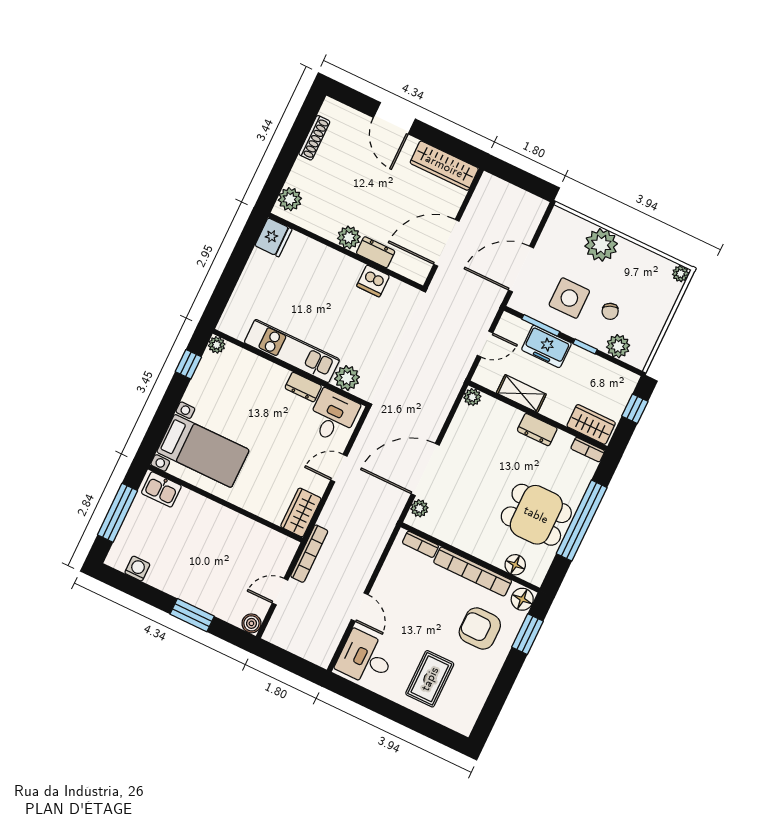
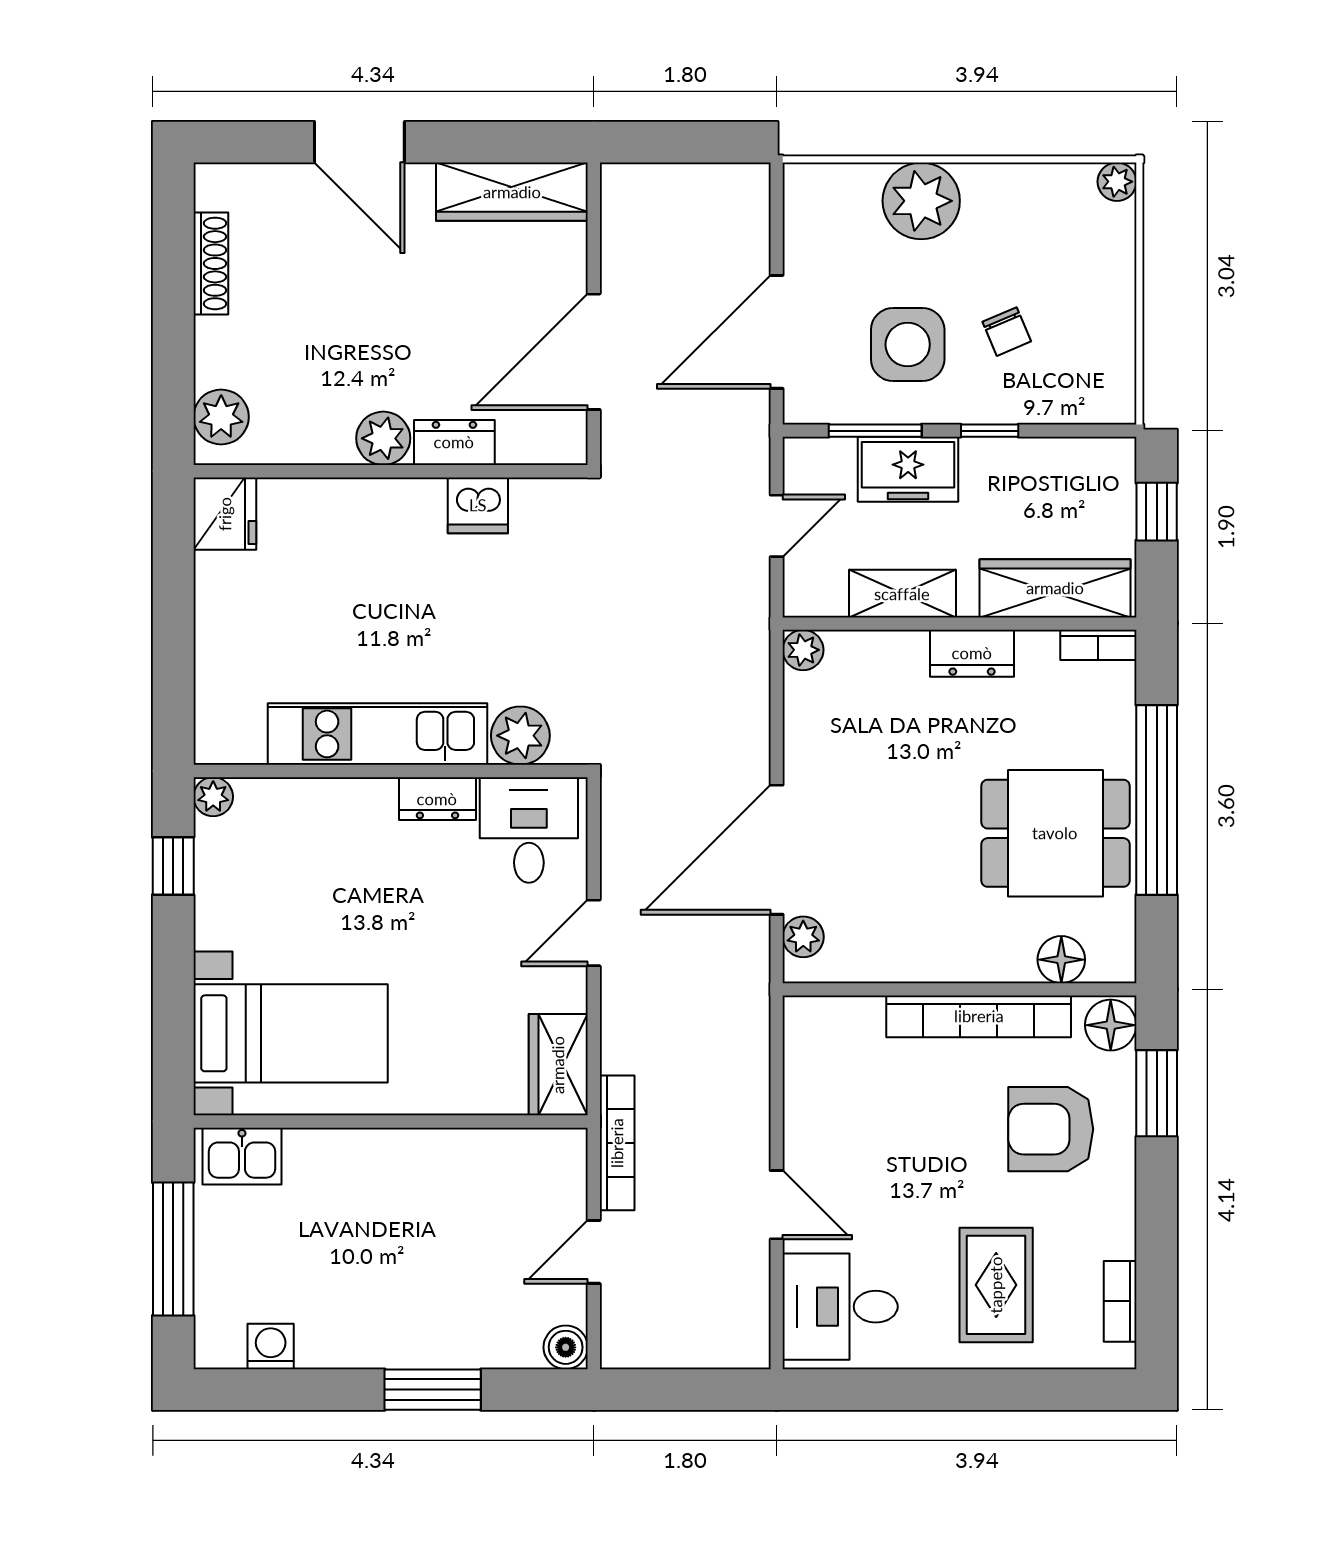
plant: (618, 346) -> (1058, 397), removed
wardrobe: (591, 424) -> (1055, 588), width x1.50
bookcase: (420, 544) -> (1120, 1301), moved, turned 90

